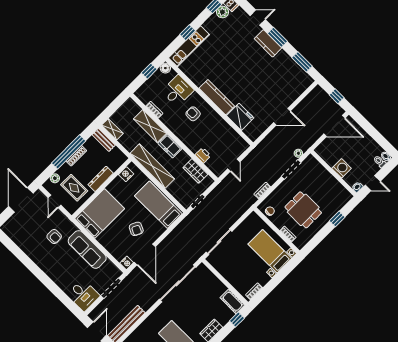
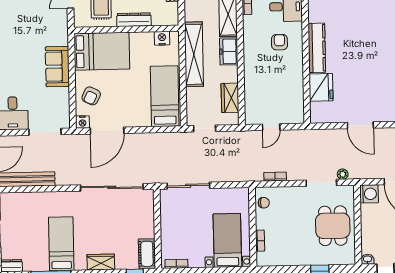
printer: (203, 155) -> (251, 90), removed
washing machine: (342, 168) -> (369, 194), moved
dining table: (303, 210) -> (333, 226), moved
armchair: (136, 229) -> (91, 96), moved
armchair: (54, 237) -> (38, 32), removed
sofa: (87, 249) -> (57, 67), width x0.73

